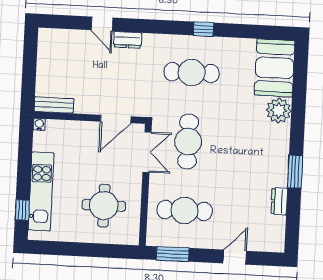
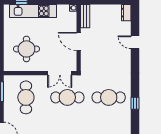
door: (102, 24) -> (135, 42), hinge flipped
dresser: (128, 40) -> (126, 13), moved
cafe table: (192, 73) -> (109, 97), turned 90
door: (116, 119) -> (79, 41), moved

